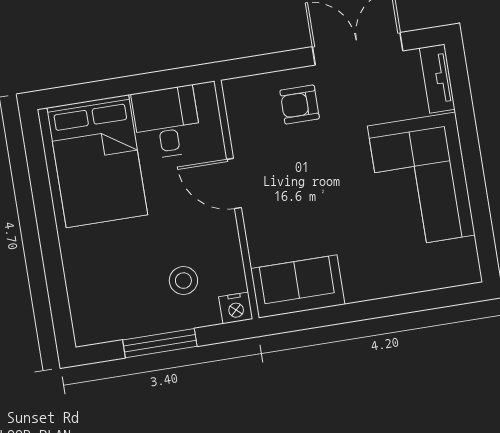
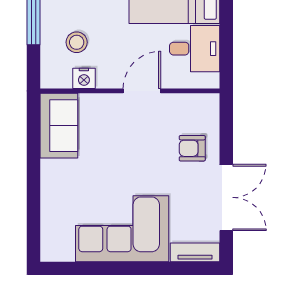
armchair: (300, 105) -> (192, 148), turned -90
nightstand: (236, 308) -> (84, 78), moved, turned -90

